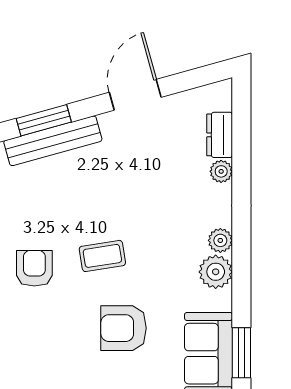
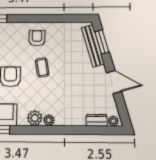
plant: (221, 171) -> (113, 121), moved
armchair: (34, 268) -> (37, 38), turned -90

